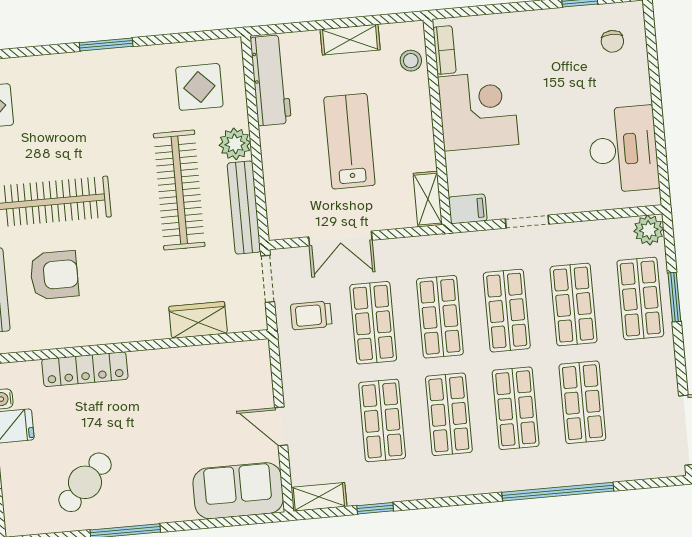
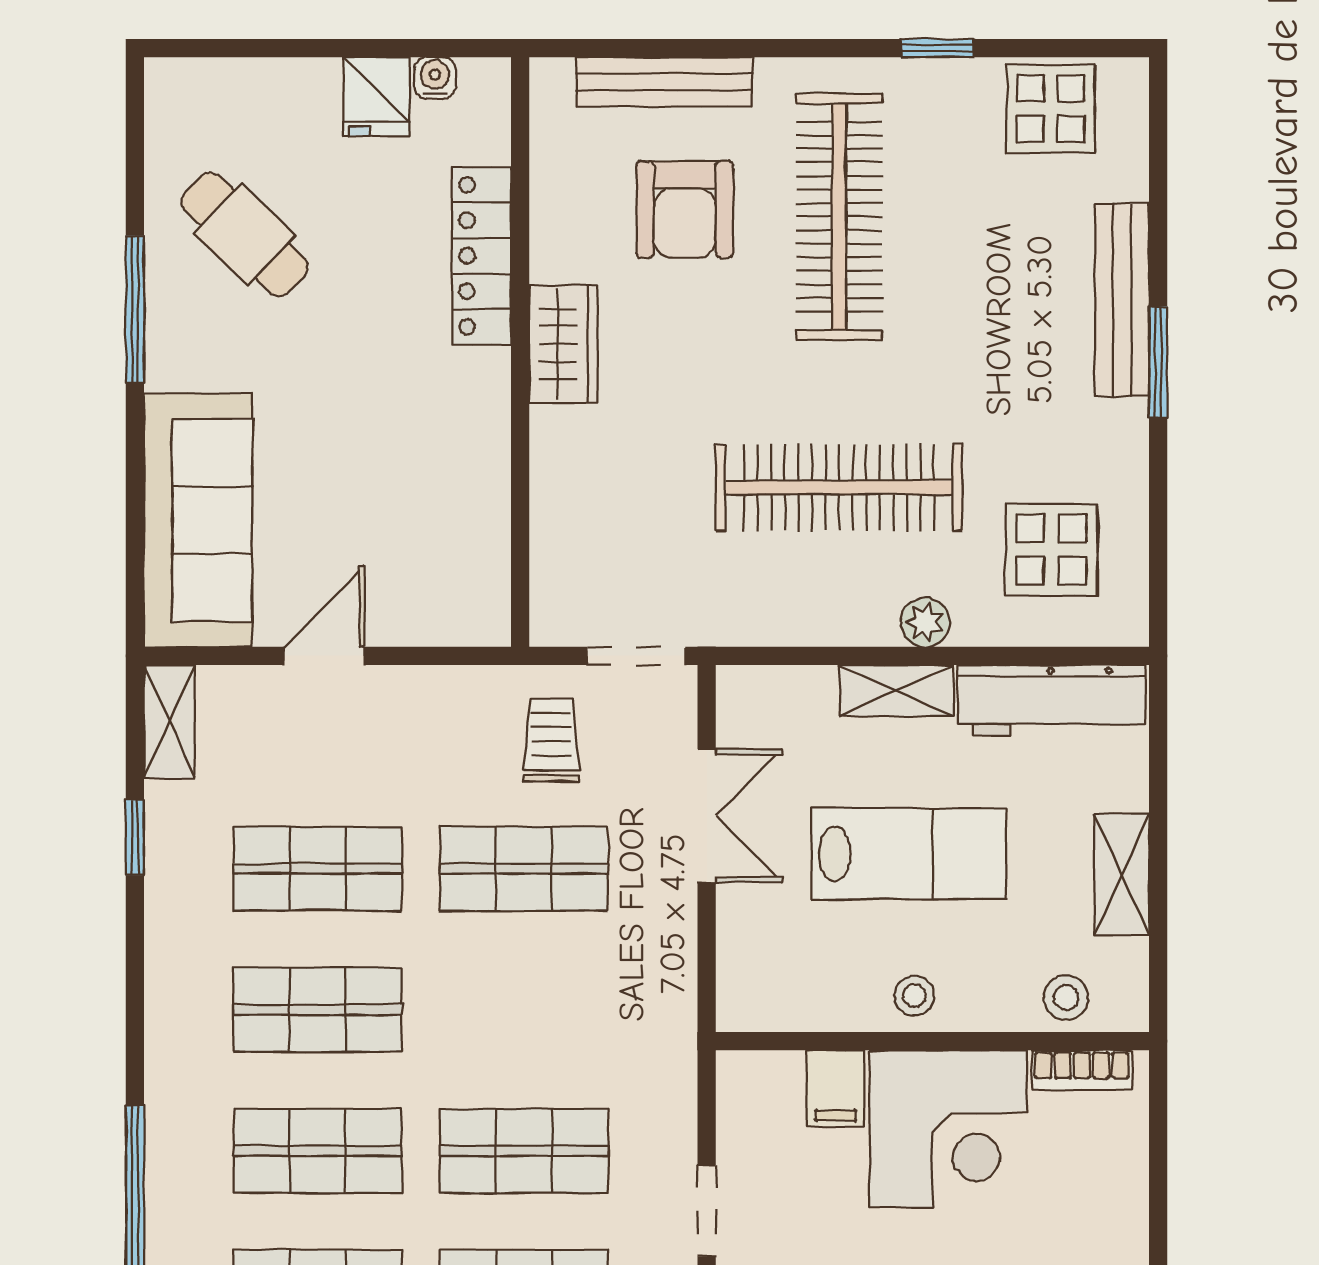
stool: (416, 133) -> (914, 996), added
plant: (235, 144) -> (925, 622), width x0.73, depth x0.73
shelving: (428, 199) -> (896, 691), moved
bench: (244, 208) -> (1122, 300), moved, turned 90
filing cabinet: (468, 209) -> (836, 1089), moved
double door: (340, 239) -> (707, 816), swing flipped
shop shelf: (440, 317) -> (524, 1010), removed
wardrobe: (198, 320) -> (563, 344), moved
sofa: (238, 491) -> (198, 520), width x1.36

